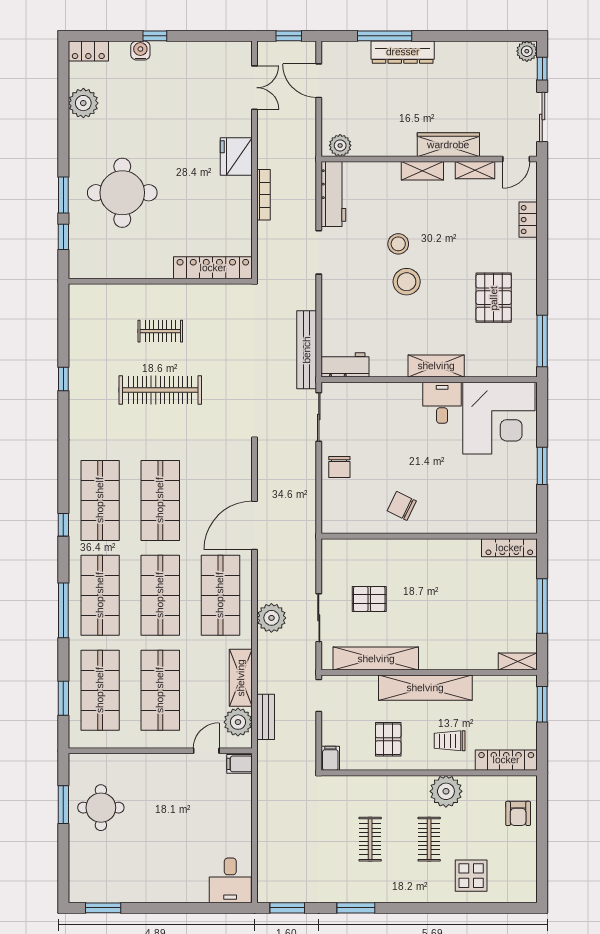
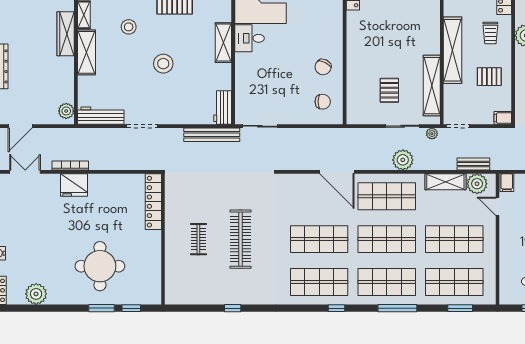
shelving: (422, 171) -> (86, 52), width x1.50, depth x1.33
bookcase: (264, 195) -> (70, 166), moved
stool: (398, 244) -> (129, 27), moved
chair: (339, 467) -> (323, 102), moved
plant: (308, 659) -> (432, 134), added

